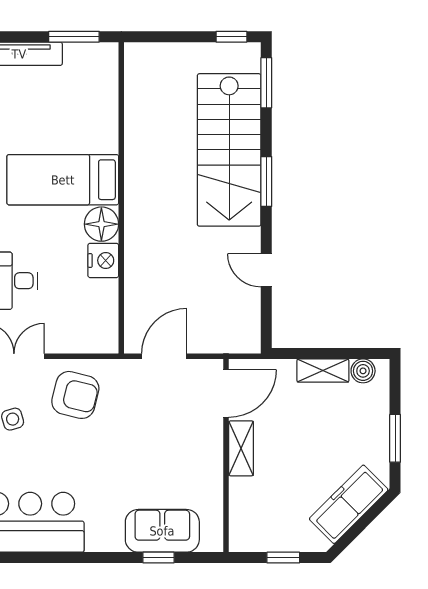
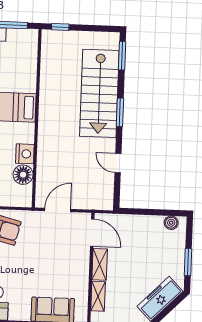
window: (231, 37) -> (60, 27), moved
floor lamp: (101, 224) -> (23, 175), moved
shelving: (323, 371) -> (98, 296), moved, turned 90
door: (226, 393) -> (92, 233), hinge flipped

